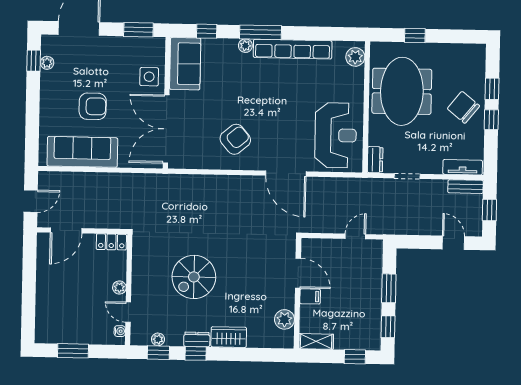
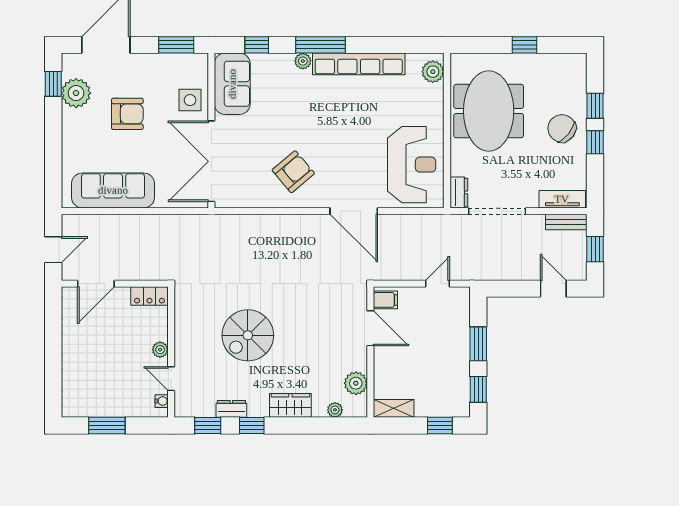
window: (415, 36) -> (524, 45), moved
plant: (47, 63) -> (76, 93), width x1.87, depth x1.87
armchair: (93, 106) -> (127, 114), moved
doorway: (407, 176) -> (497, 211), width x1.88
filing cabinet: (310, 296) -> (385, 300), moved
plant: (158, 339) -> (335, 410), moved
dresser: (197, 339) -> (231, 409), moved

